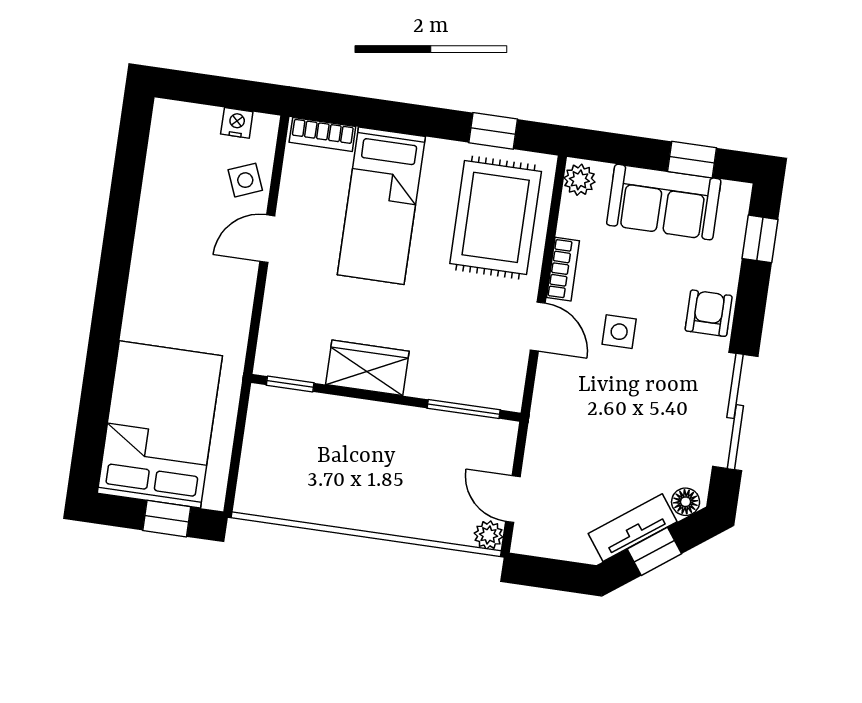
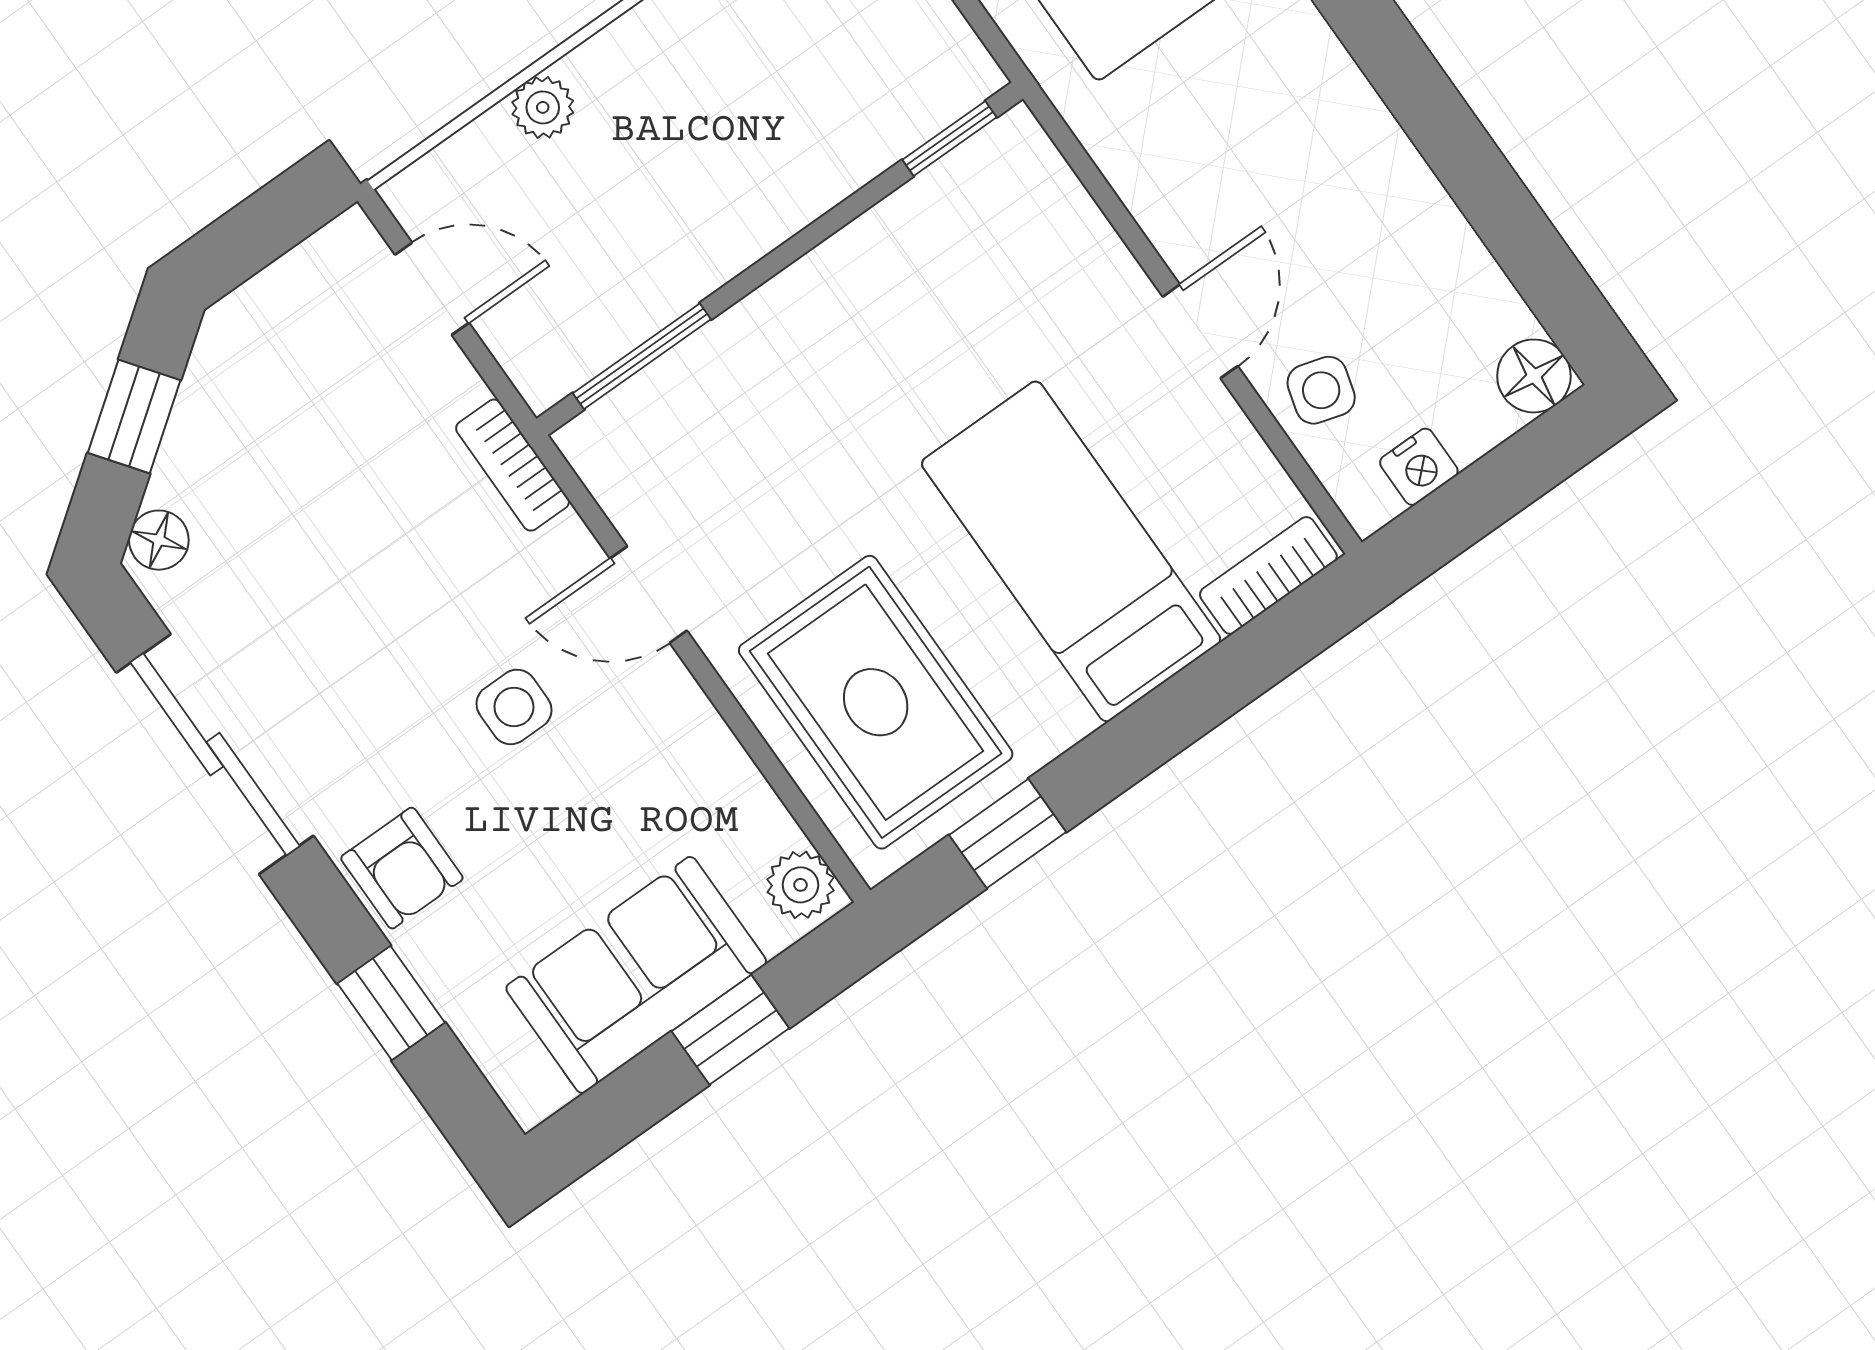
floor lamp: (169, 117) -> (1534, 376), added
window: (692, 160) -> (730, 1030), moved
side table: (245, 180) -> (1321, 390), turned 38
window: (760, 239) -> (391, 1003), moved
bookcase: (563, 269) -> (513, 465), moved
wardrobe: (367, 368) -> (853, 278), removed
tv unit: (633, 528) -> (203, 421), removed
plant: (489, 535) -> (543, 107), moved

